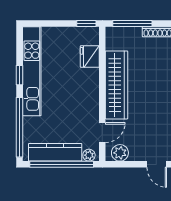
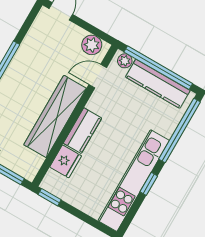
kitchen counter: (90, 86) -> (82, 131), added

